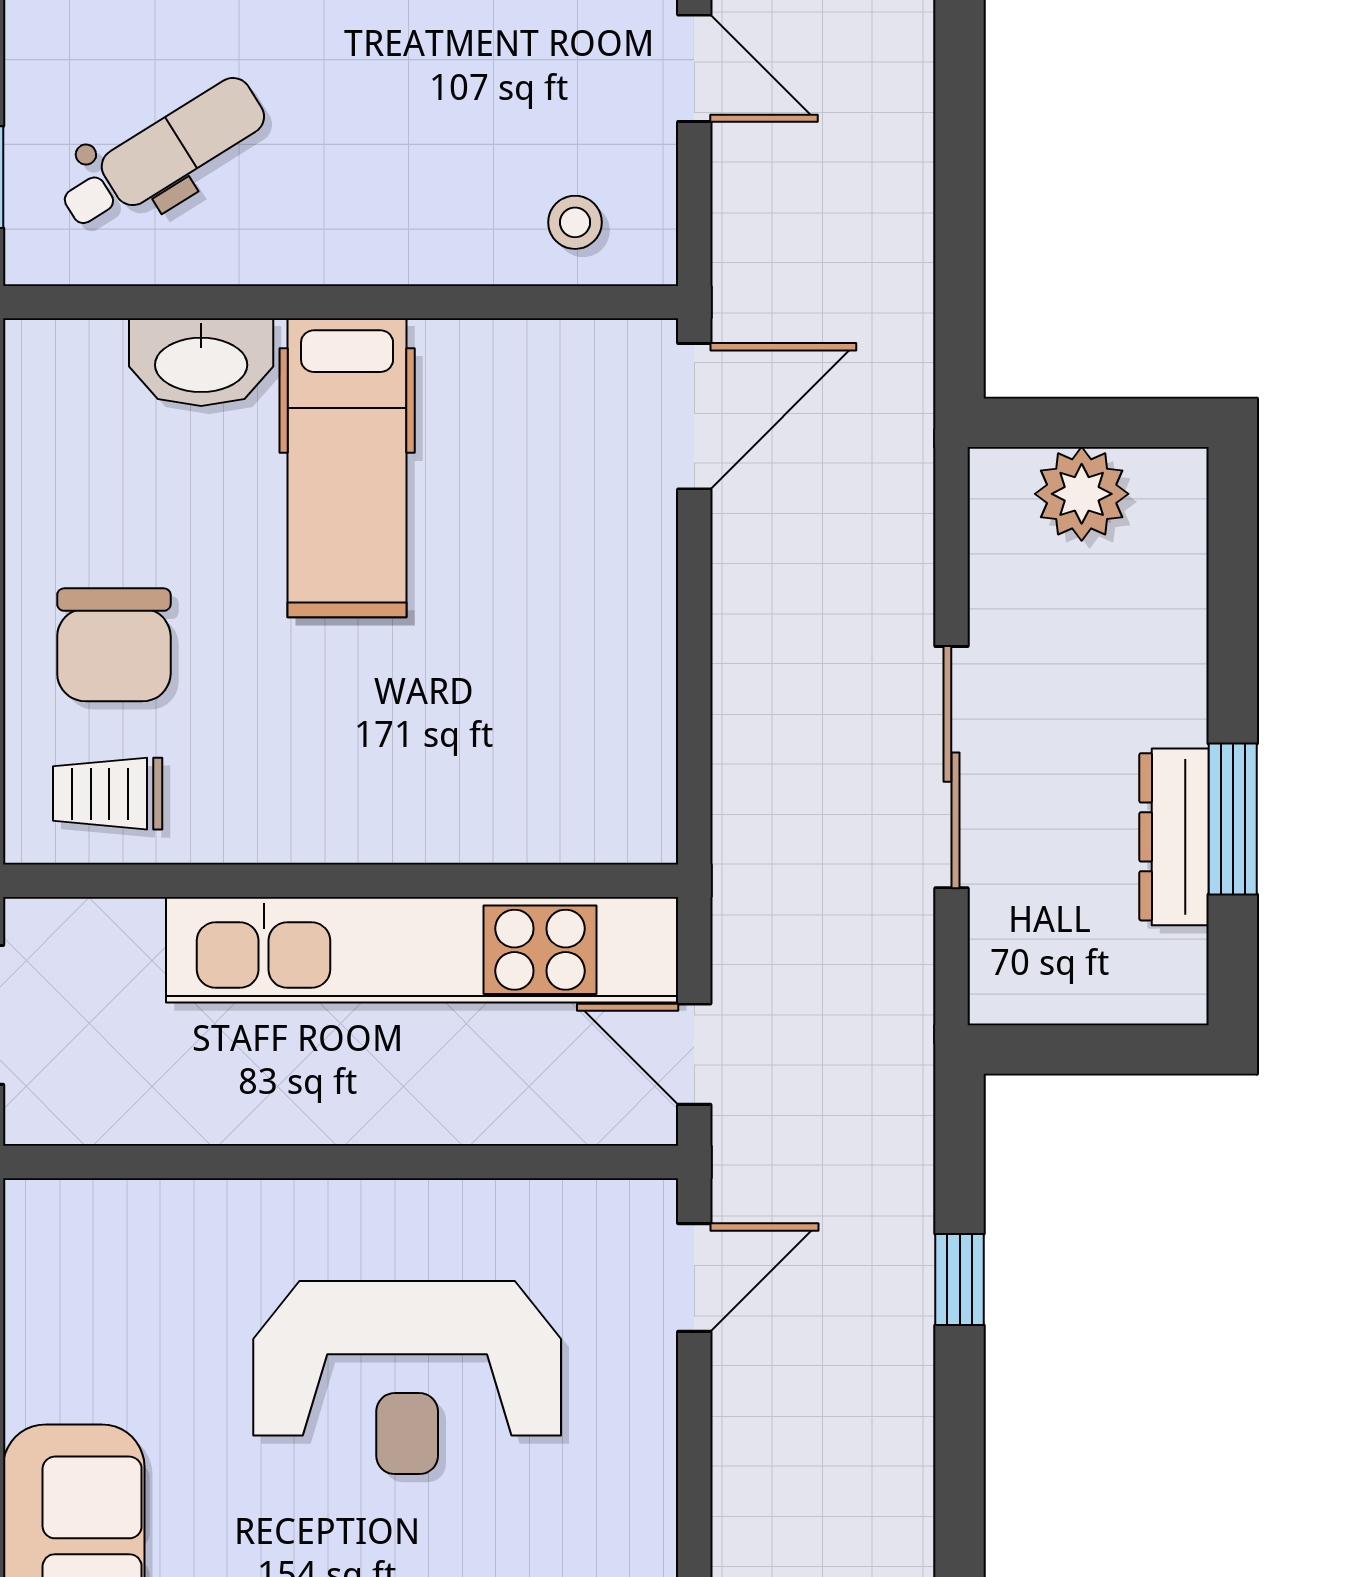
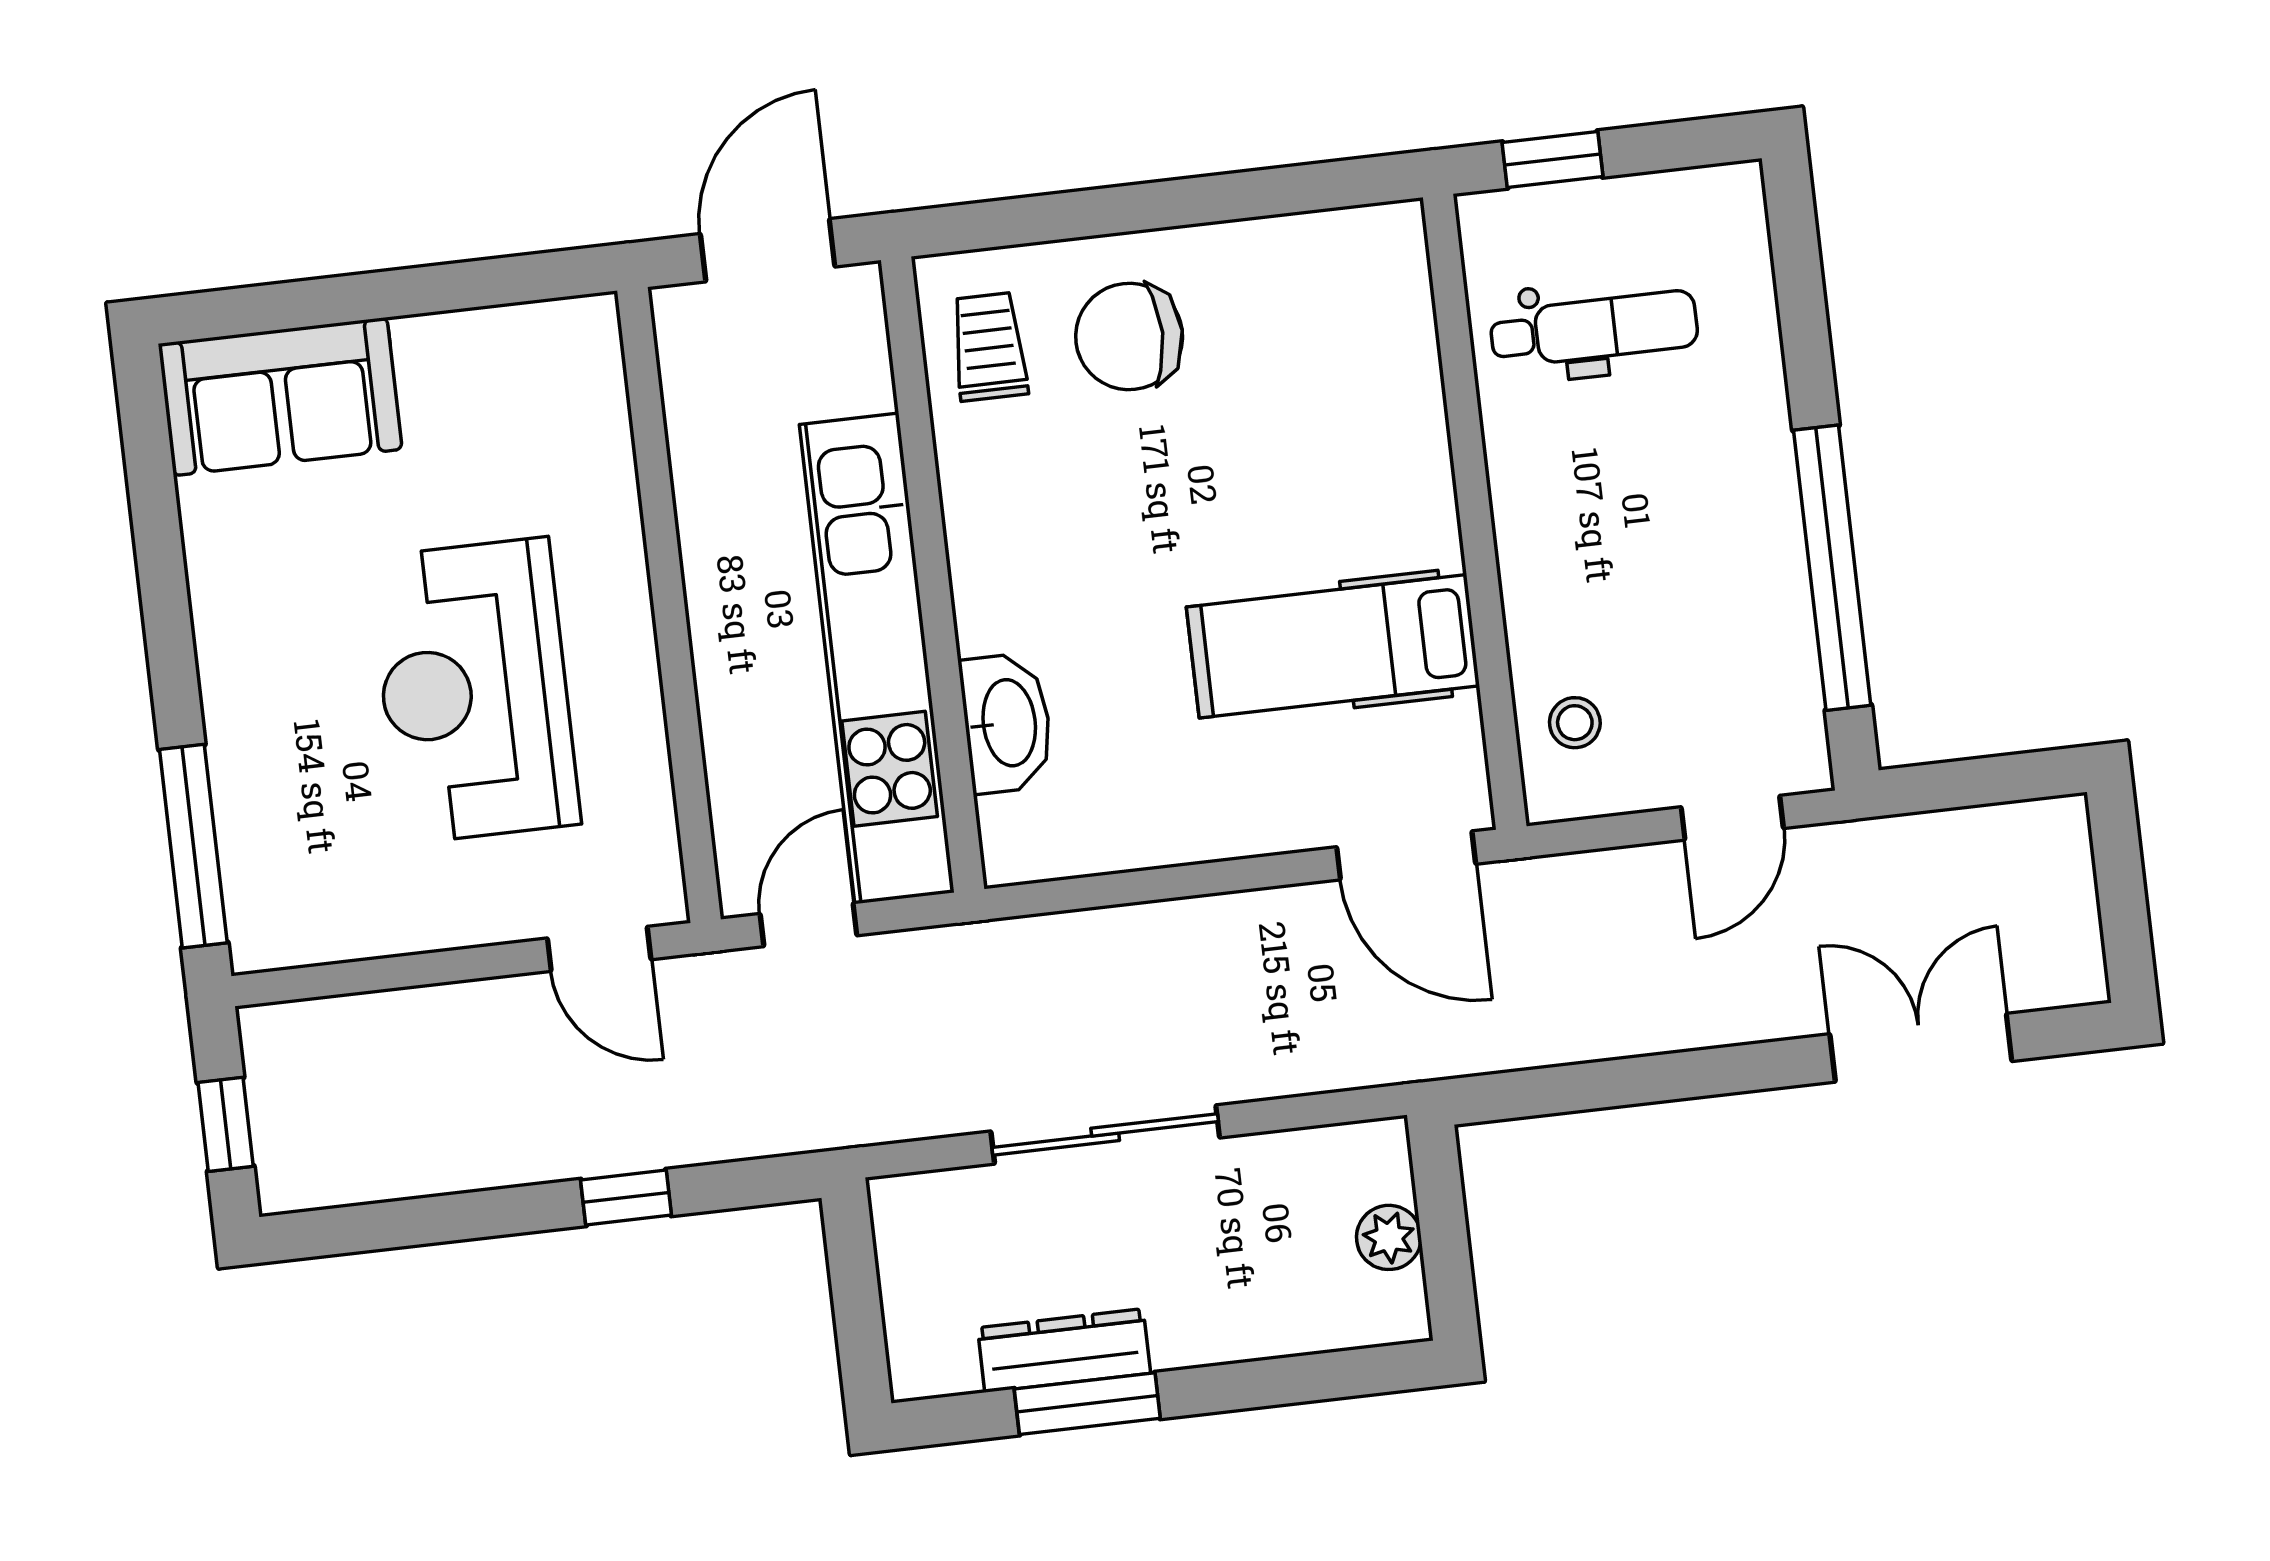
dental chair: (163, 154) -> (1594, 329), turned -58
washbasin: (201, 362) -> (1007, 723), moved, turned 180
hospital bed: (347, 468) -> (1333, 646), moved
plant: (1082, 494) -> (1389, 1237), width x0.73, depth x0.73

